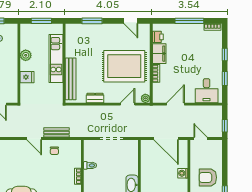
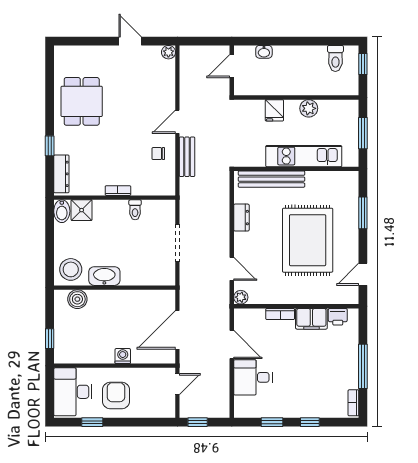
rug: (124, 66) -> (308, 240), moved
desk: (207, 91) -> (253, 377), moved

